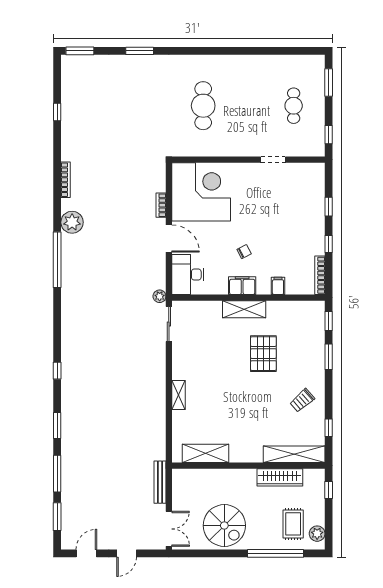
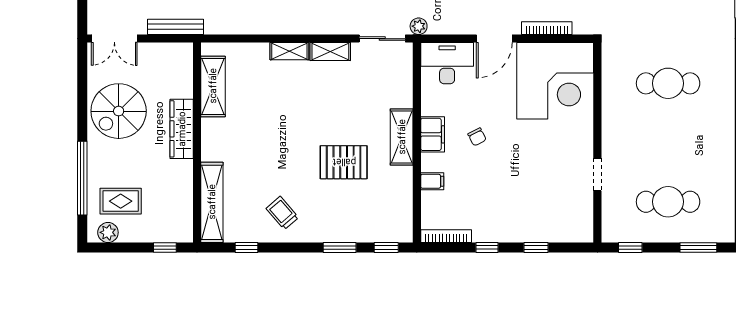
cafe table: (294, 106) -> (668, 202), width x1.37, depth x1.35
bookcase: (161, 205) -> (547, 28), width x1.56
shelving: (179, 364) -> (330, 51), added
wardrobe: (280, 477) -> (182, 129), moved

